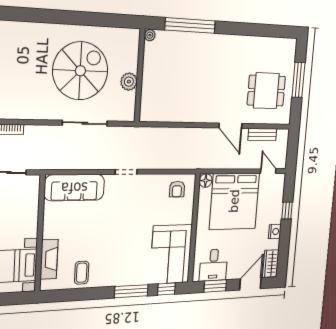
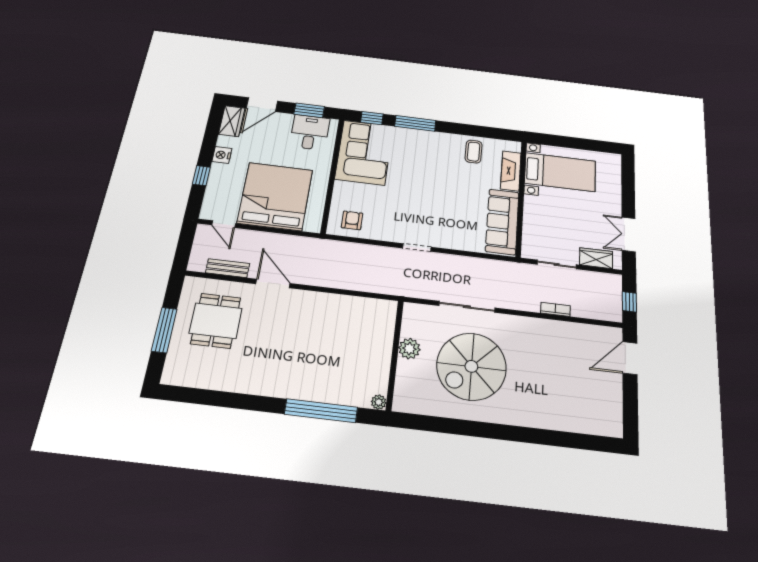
dining table: (266, 91) -> (216, 321), turned 90
floor lamp: (206, 181) -> (313, 225), removed
sofa: (74, 188) -> (502, 222), moved, turned -90

